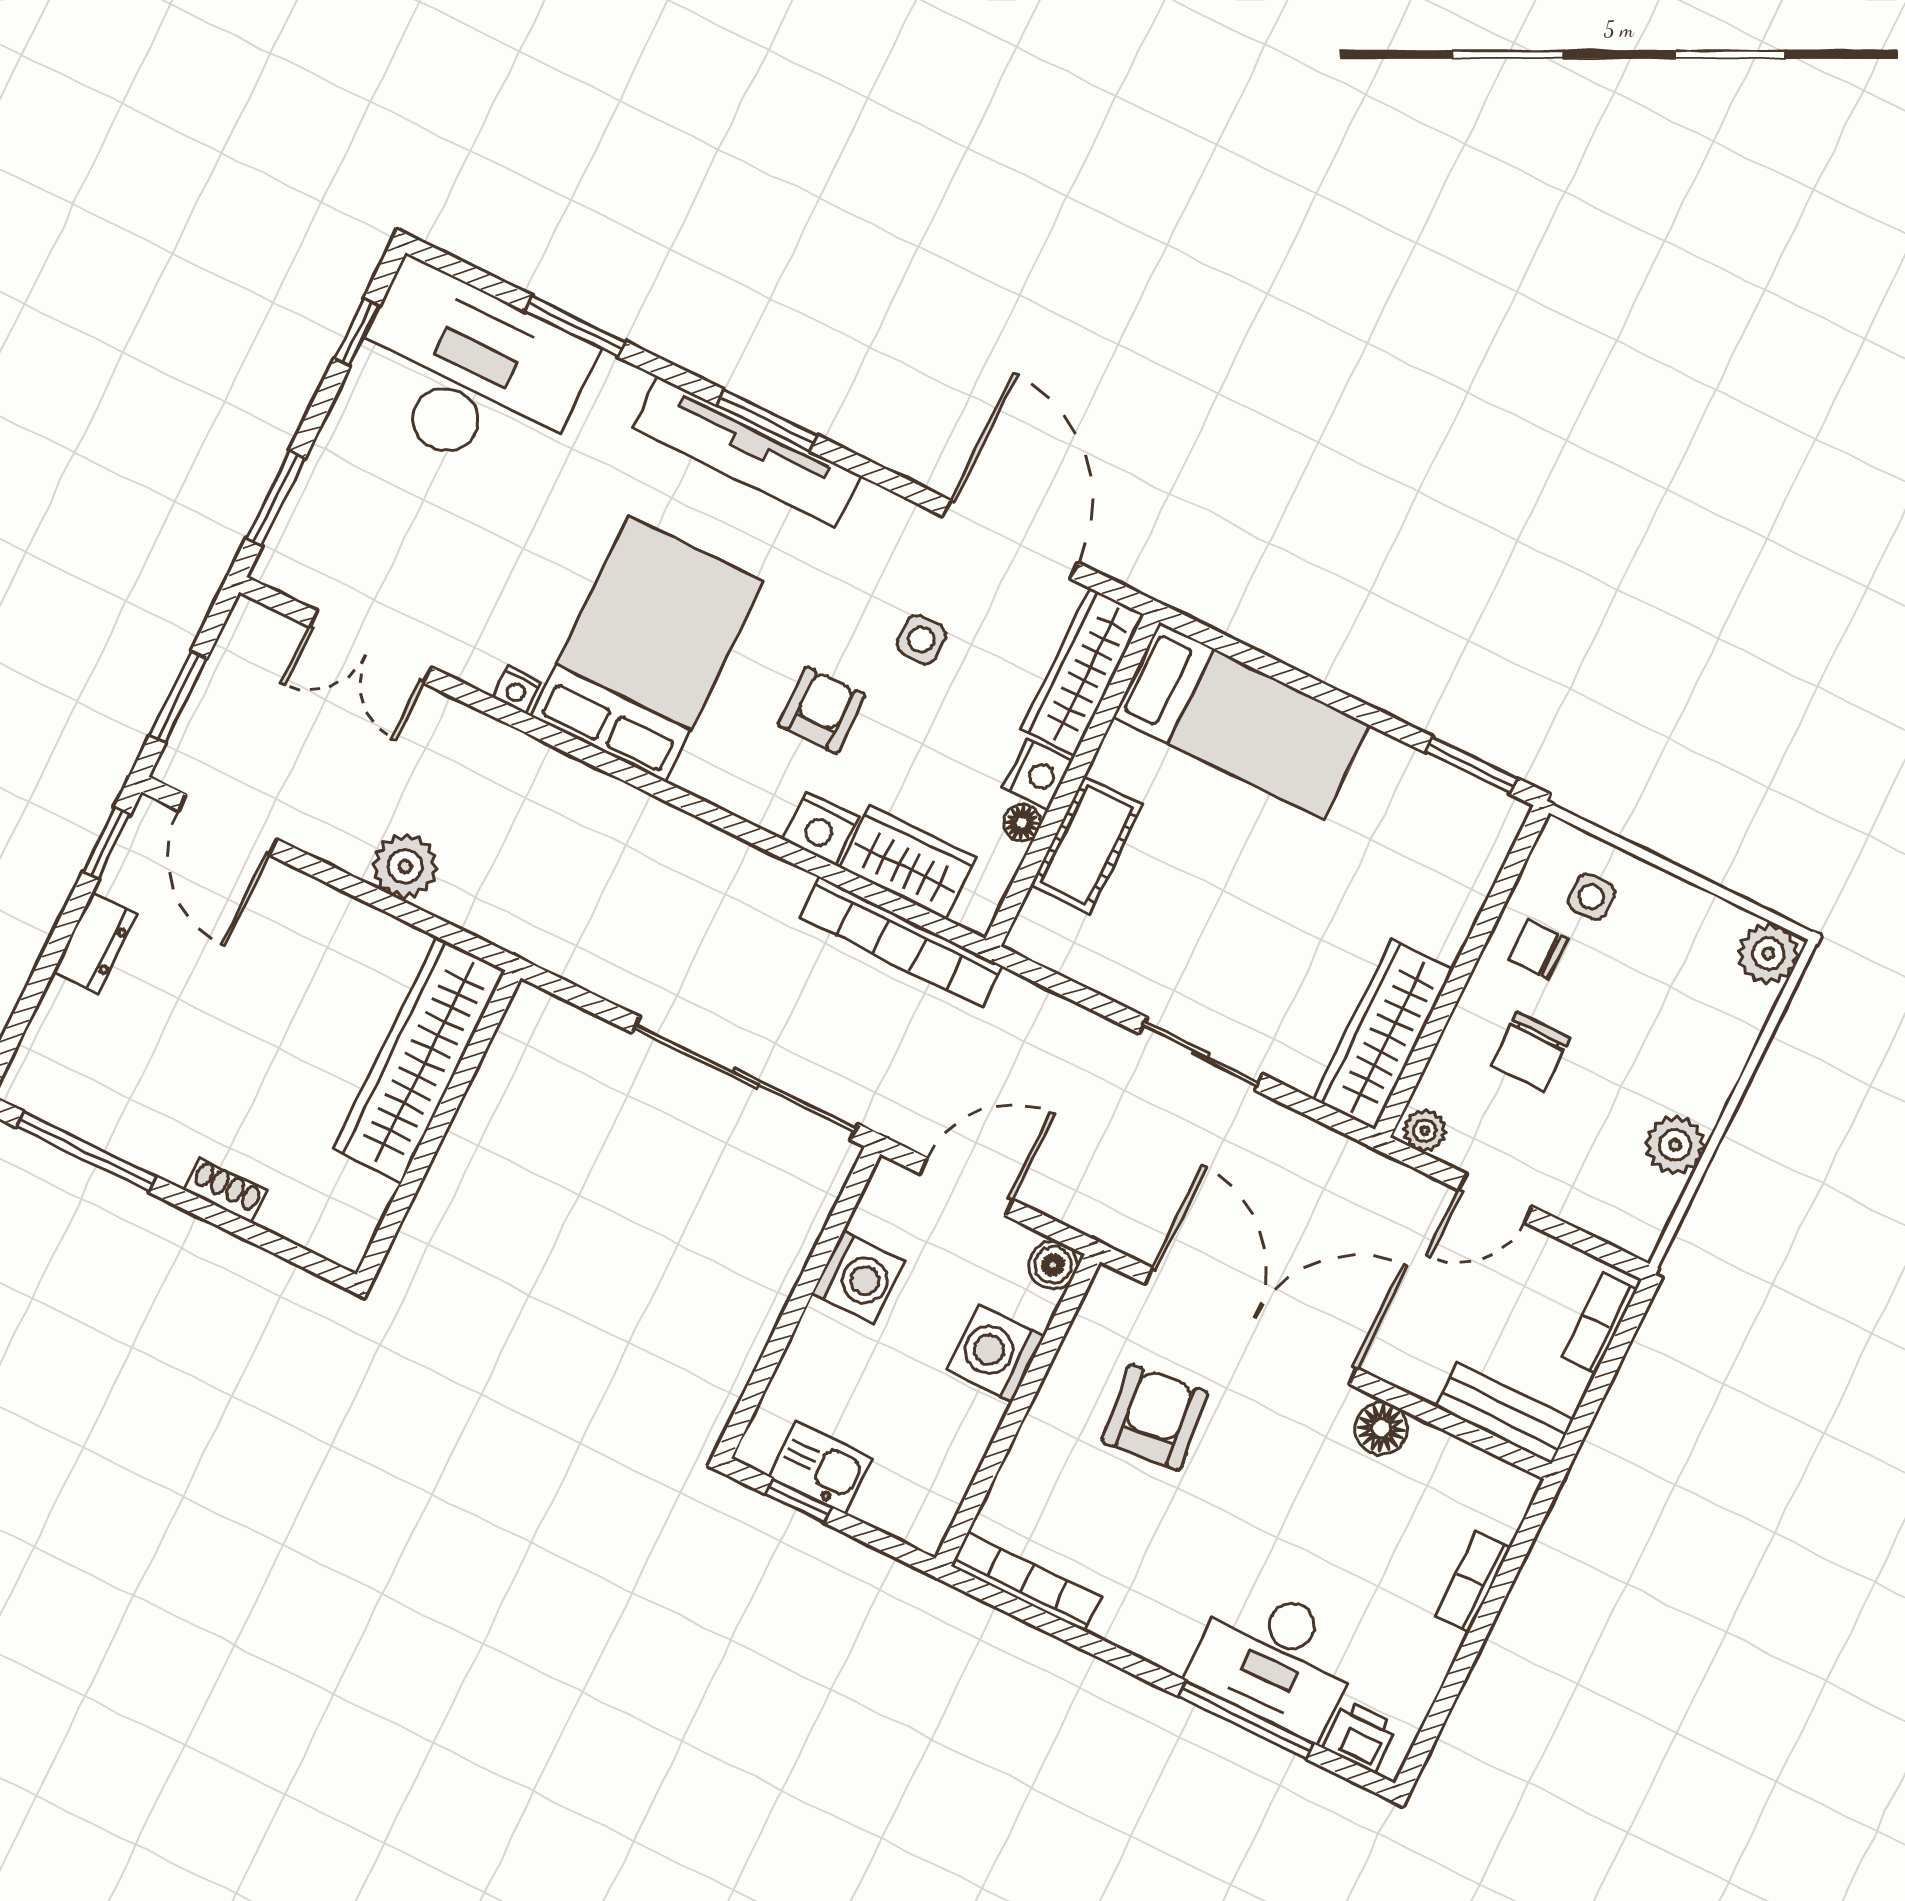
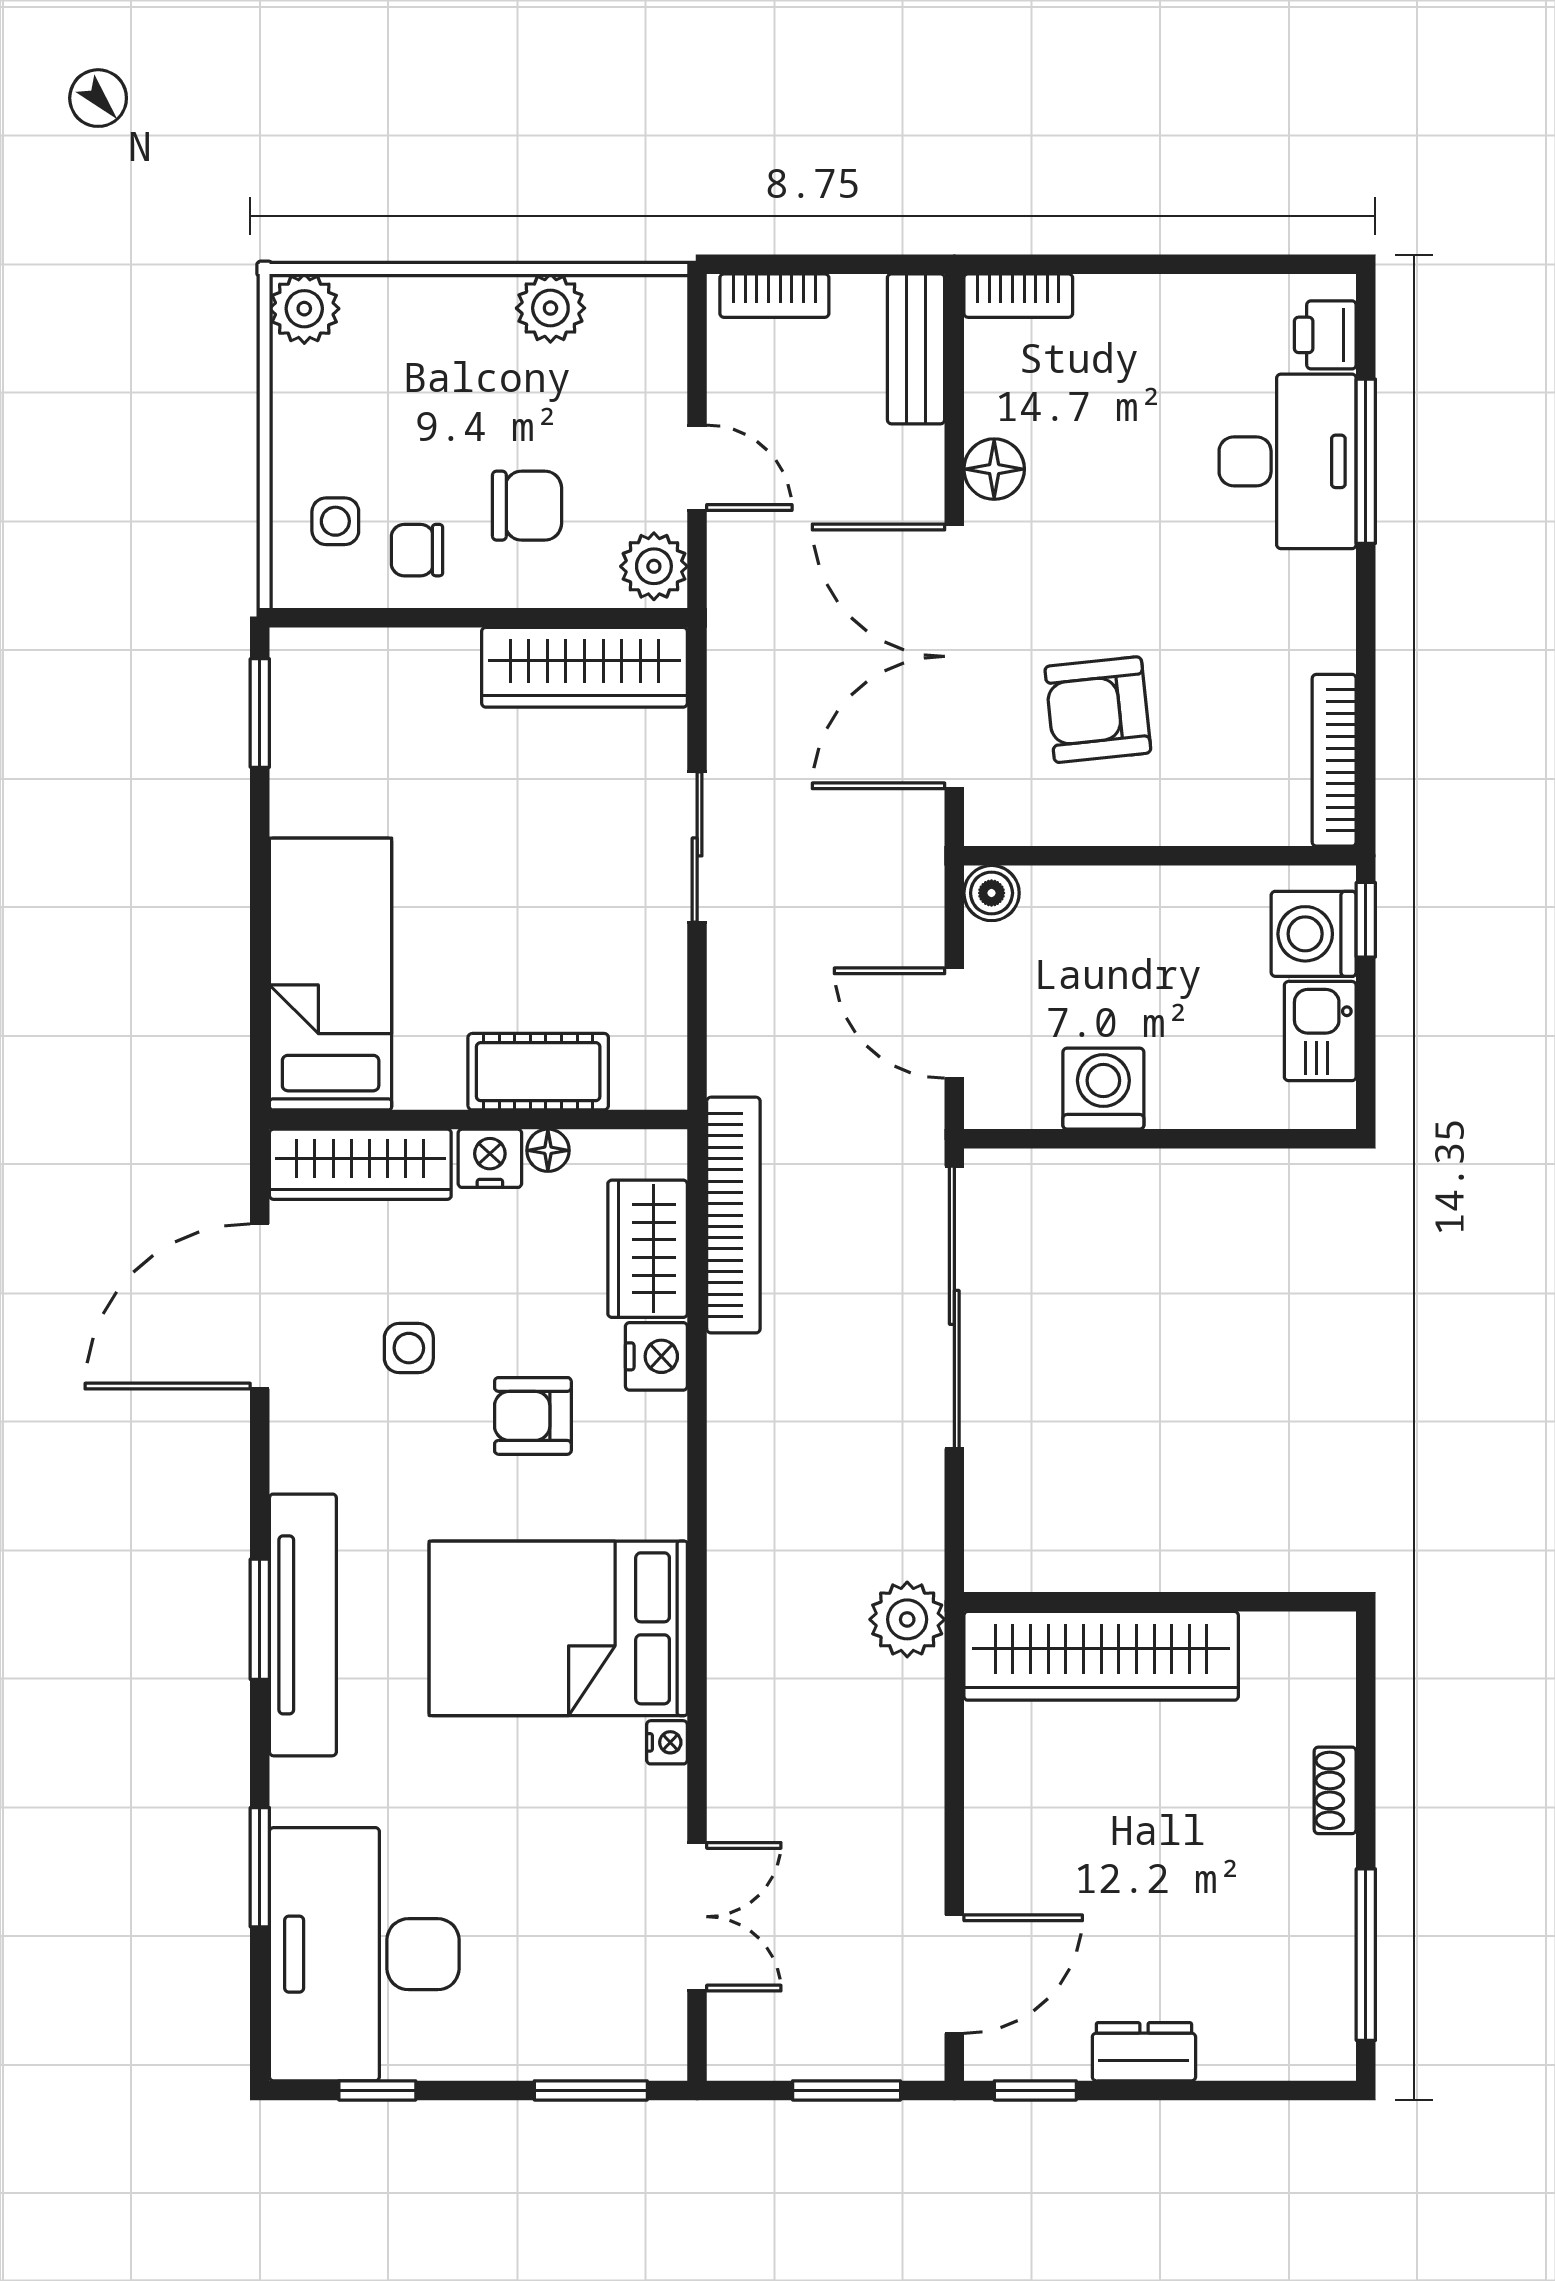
plant: (405, 866) -> (907, 1619), moved
chair: (1538, 949) -> (417, 550), turned 90
plant: (1425, 1131) -> (654, 566), width x1.38, depth x1.38
washing machine: (995, 1353) -> (1314, 934), moved, turned 90
window: (798, 1500) -> (1366, 920), moved
bookcase: (1473, 1582) -> (1018, 296), moved

